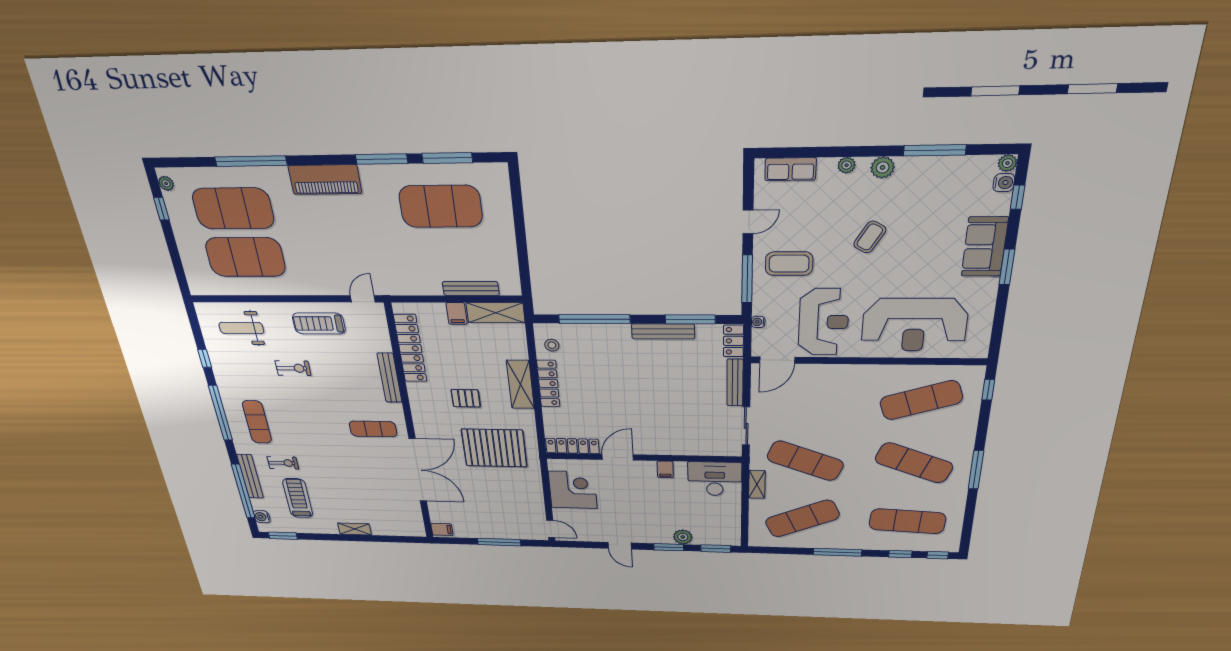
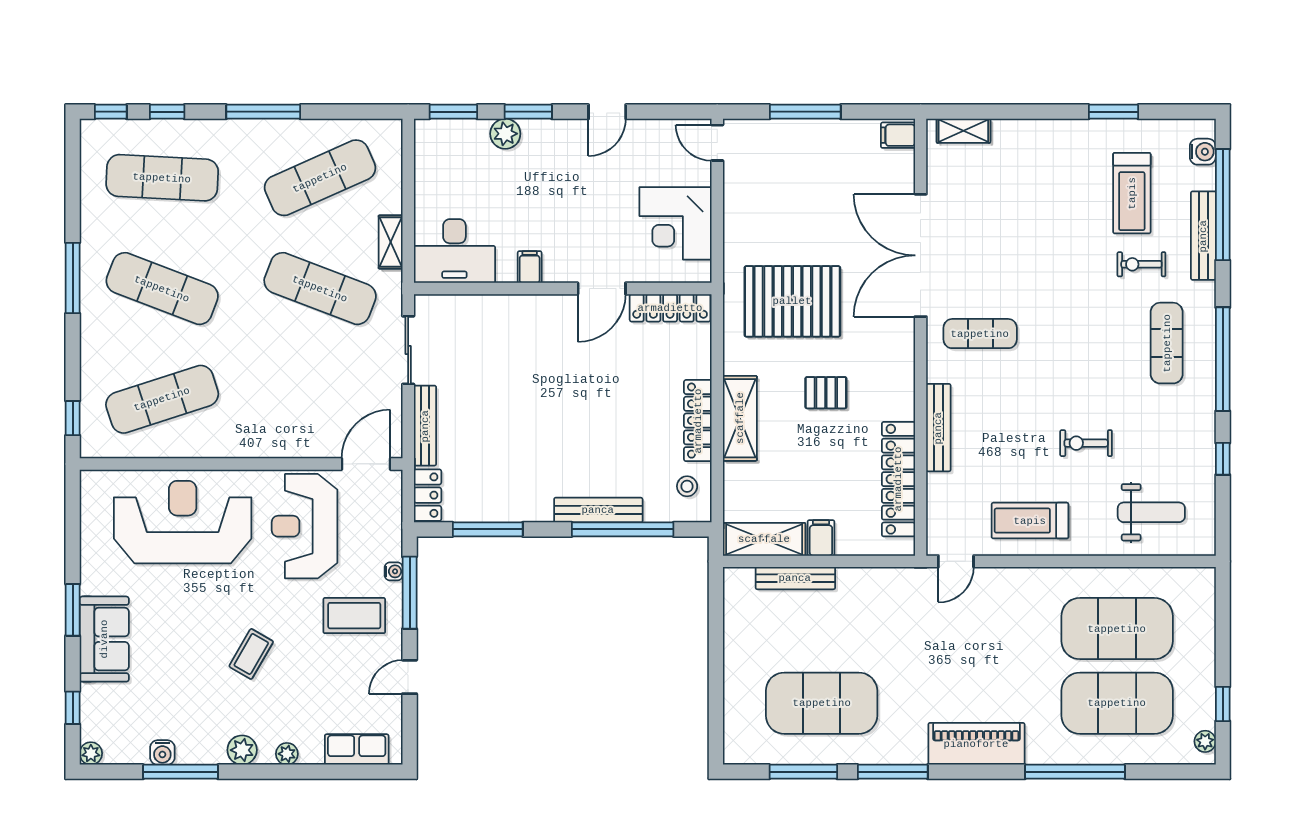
water cooler: (1004, 183) -> (162, 752), moved, turned -90
water cooler: (758, 322) -> (394, 571), moved
treadmill: (319, 323) -> (1030, 521), turned 180
bench: (663, 331) -> (598, 510), moved
shelving: (355, 529) -> (963, 131), moved
window: (283, 536) -> (1113, 112), moved
door: (620, 546) -> (607, 112), swing flipped

